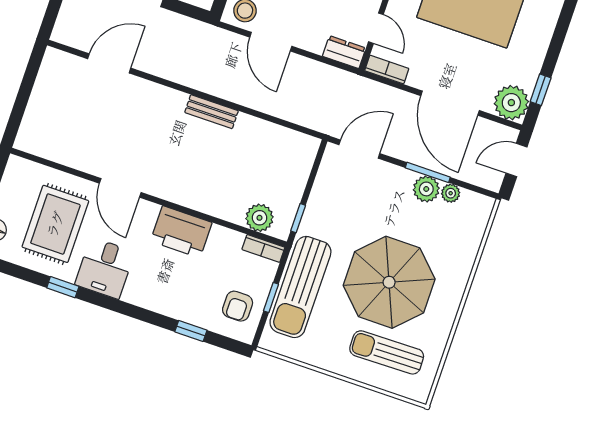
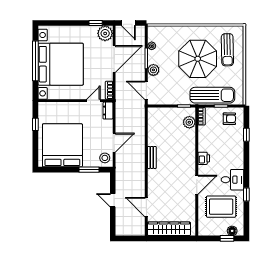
wardrobe: (46, 96) -> (169, 229), added
plant: (426, 189) -> (153, 70), moved
printer: (181, 232) -> (204, 158), width x0.53, depth x0.68

